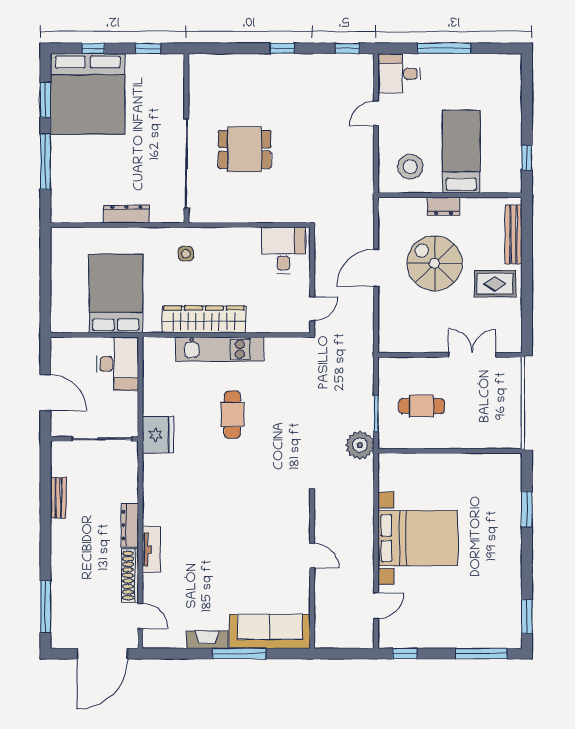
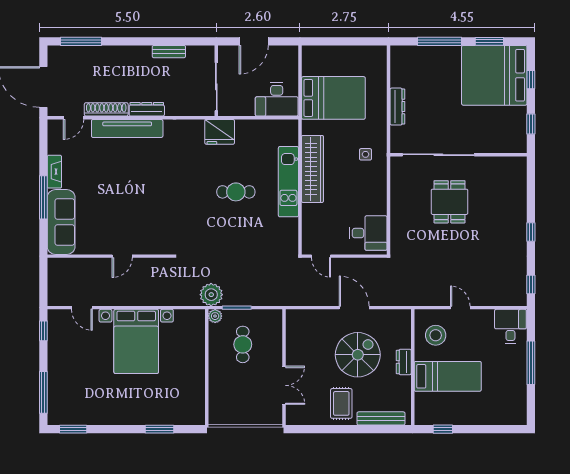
door: (376, 113) -> (460, 308), moved
plant: (386, 440) -> (215, 316), added
tv unit: (151, 549) -> (127, 128), width x1.92, depth x1.29

